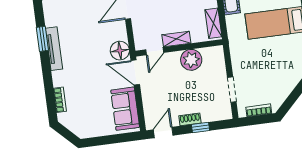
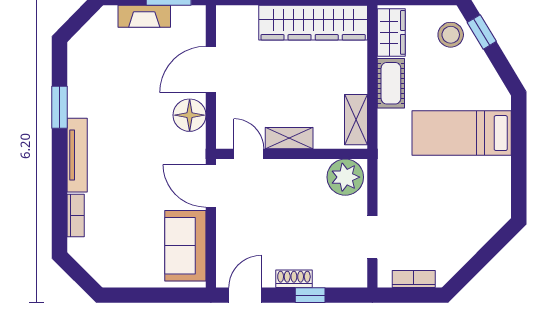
tv unit: (54, 49) -> (77, 155), moved
floor lamp: (120, 51) -> (190, 115), moved
door: (155, 51) -> (249, 154), swing flipped
plant: (191, 60) -> (345, 177), moved

